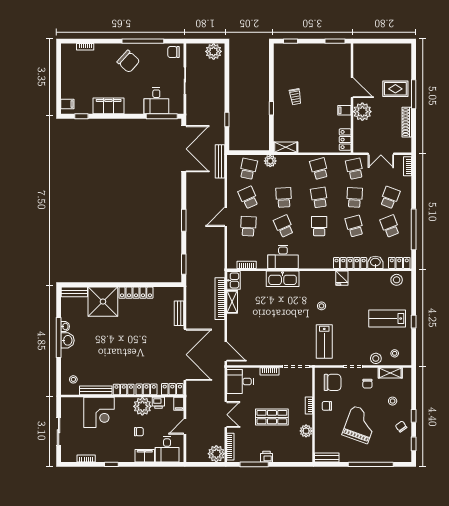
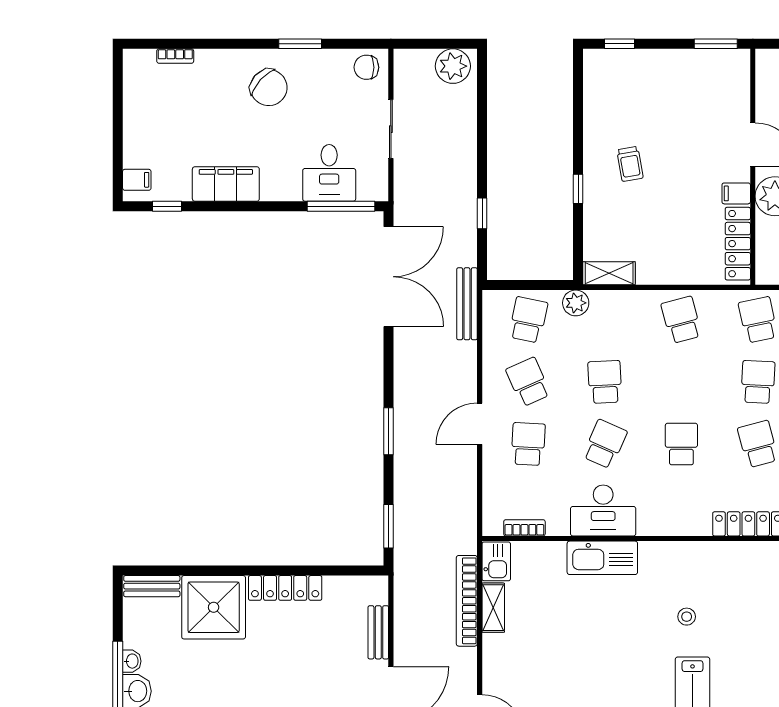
window: (143, 41) -> (300, 44), width x0.47
locker: (345, 140) -> (738, 244), width x1.53
school desk: (319, 197) -> (681, 382), removed
school desk: (284, 226) -> (605, 444), turned 48
fridge: (342, 278) -> (731, 556), removed

